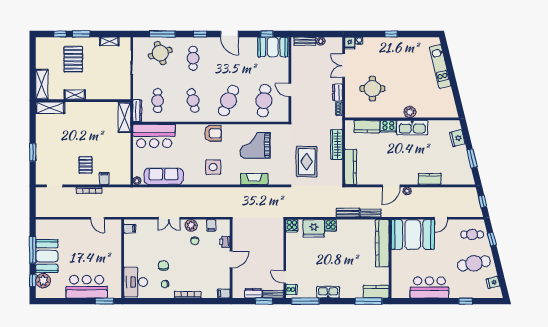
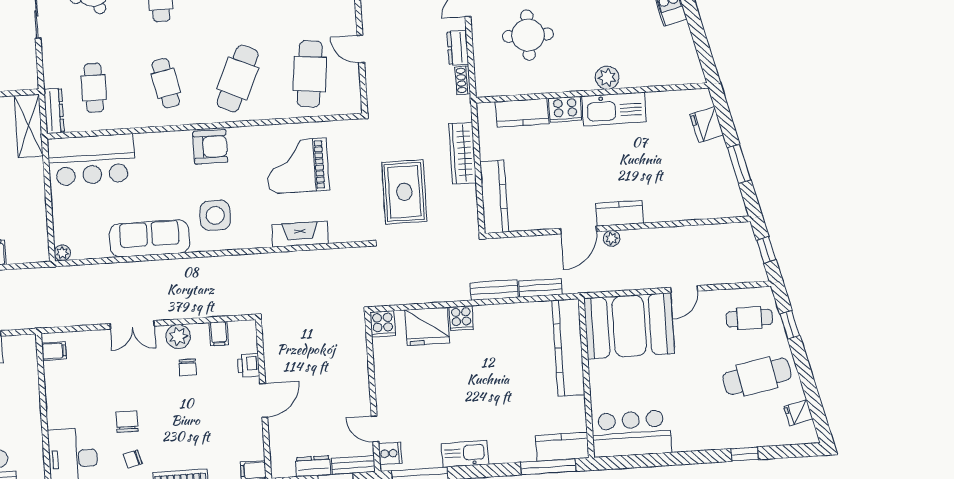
sofa: (164, 176) -> (149, 238), moved
kitchen counter: (430, 179) -> (619, 213), moved
bar counter: (429, 287) -> (631, 434), moved

